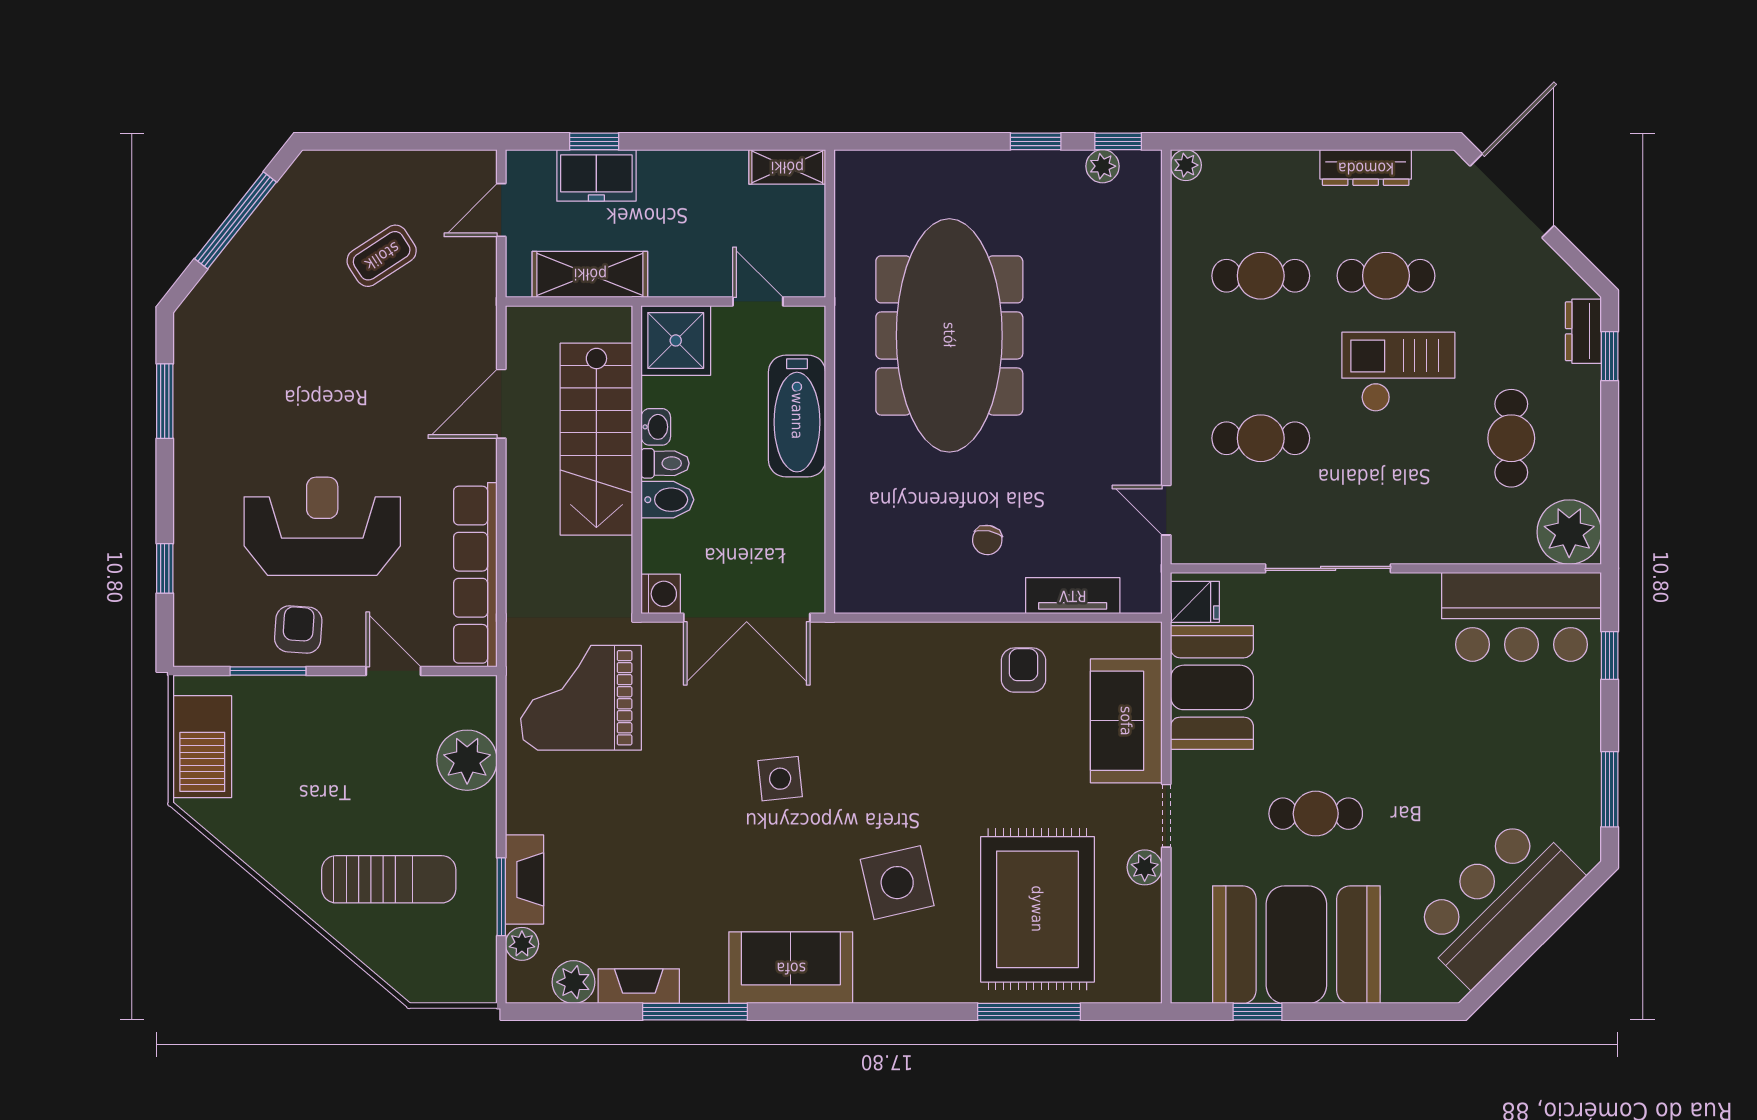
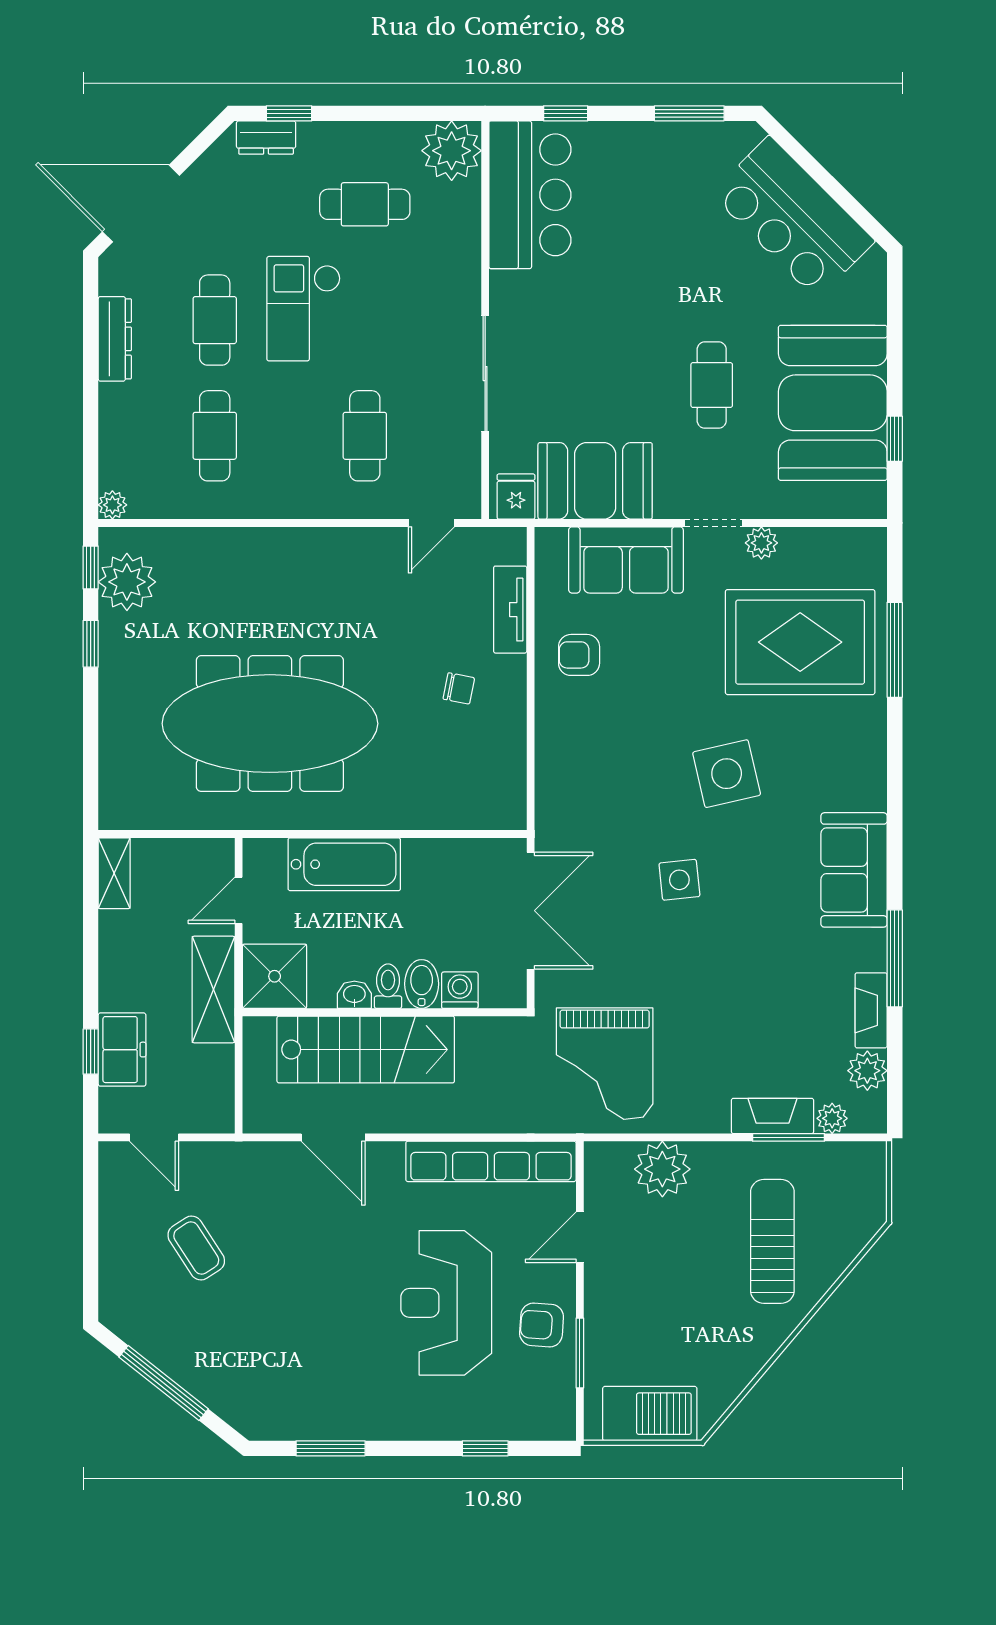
plant: (1103, 166) -> (127, 582), width x1.87, depth x1.87
shelving: (590, 274) -> (213, 989), moved
washing machine: (661, 594) -> (460, 990), moved
side table: (897, 883) -> (727, 774), moved

